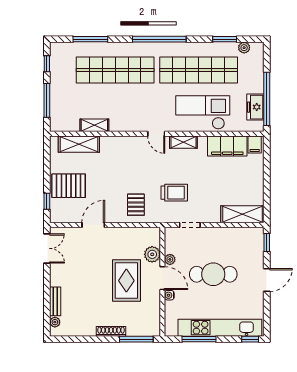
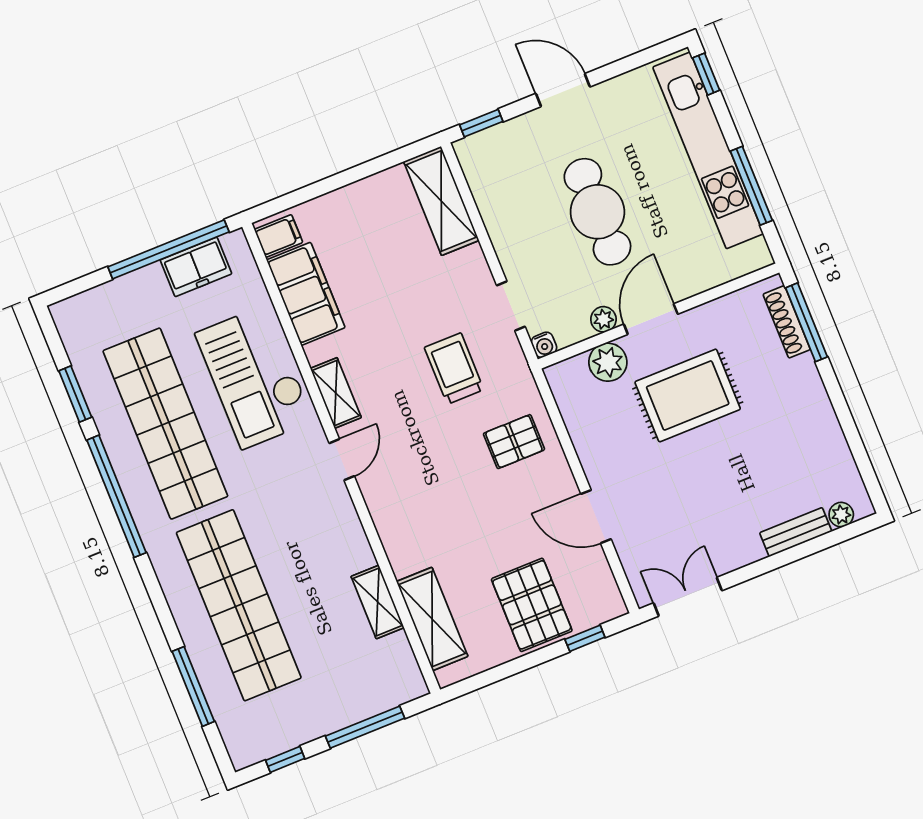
window: (159, 39) -> (116, 496), moved
plant: (244, 48) -> (77, 344), removed
water cooler: (169, 295) -> (544, 345), moved
shoe rack: (111, 331) -> (787, 322), moved

